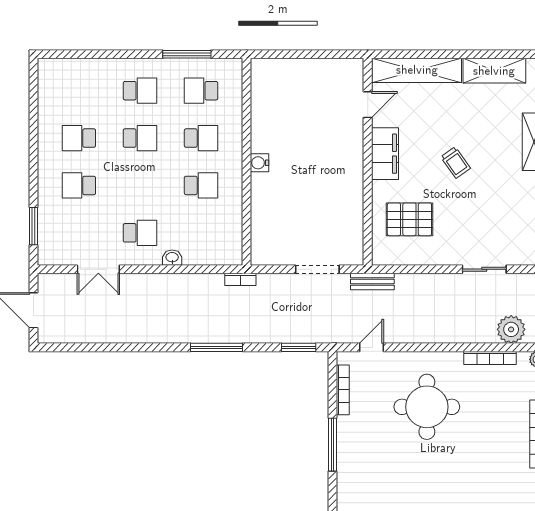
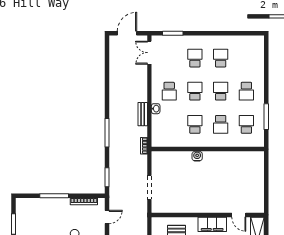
school desk: (140, 138) -> (221, 91), turned 180
water cooler: (259, 163) -> (197, 156), moved
school desk: (140, 185) -> (195, 91), added
school desk: (201, 185) -> (195, 124), turned 180
double door: (98, 269) -> (149, 53), moved
bench: (372, 281) -> (143, 114), moved
door: (371, 347) -> (107, 217), hinge flipped

